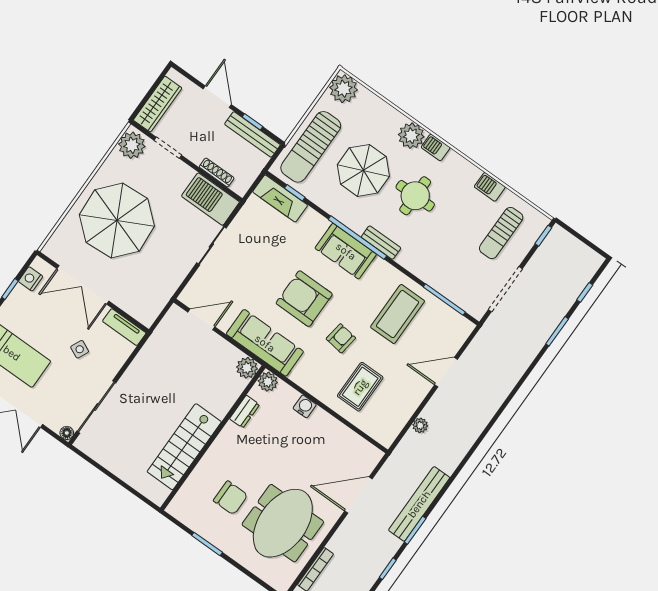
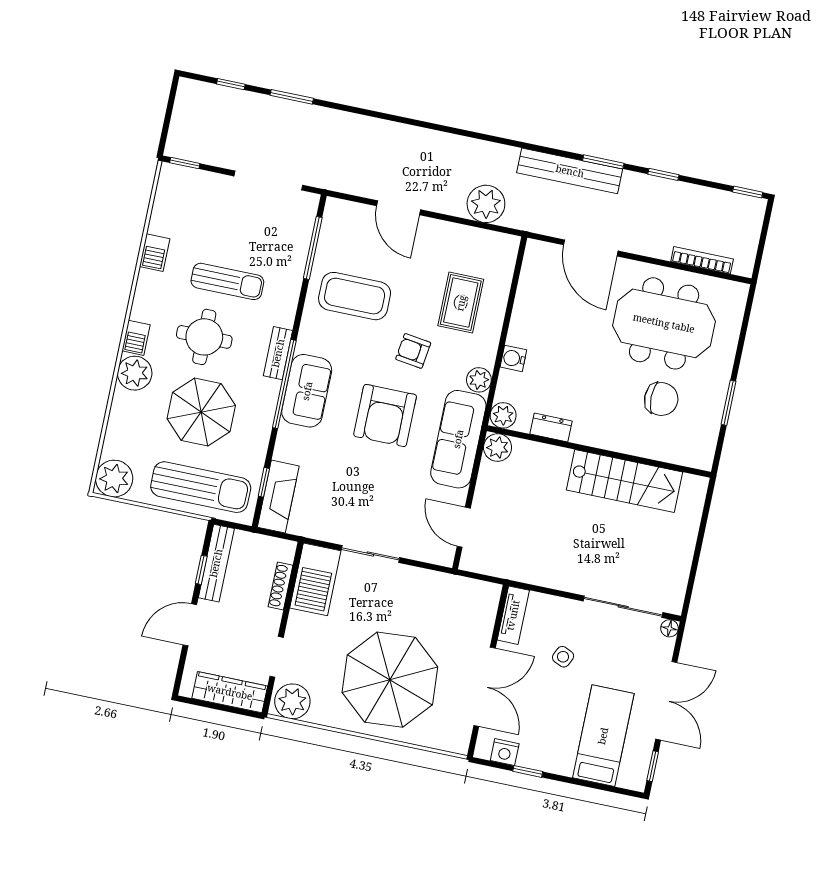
sun lounger: (501, 233) -> (227, 281), moved
plant: (300, 376) -> (479, 380), added
rug: (360, 387) -> (461, 303), turned 90
plant: (420, 425) -> (486, 204), width x1.88, depth x1.88
chair: (231, 498) -> (661, 399), turned 90

